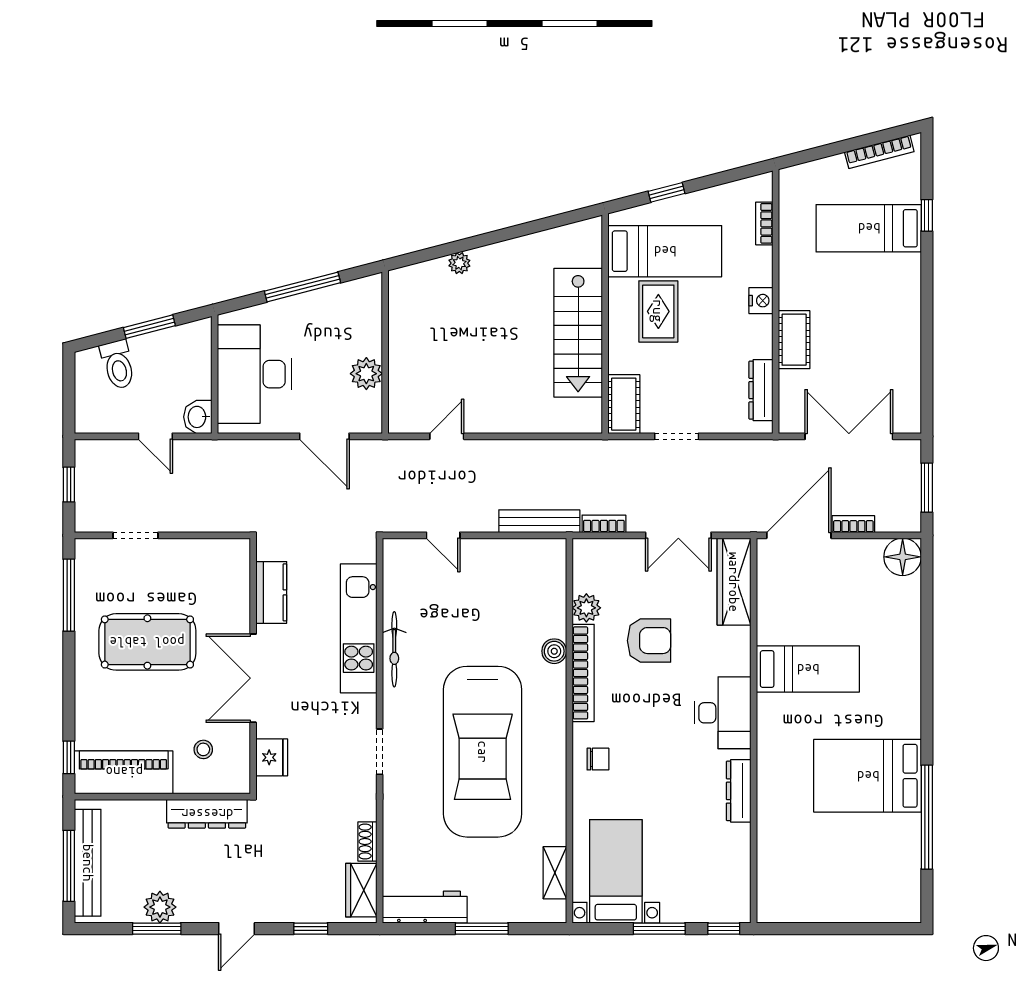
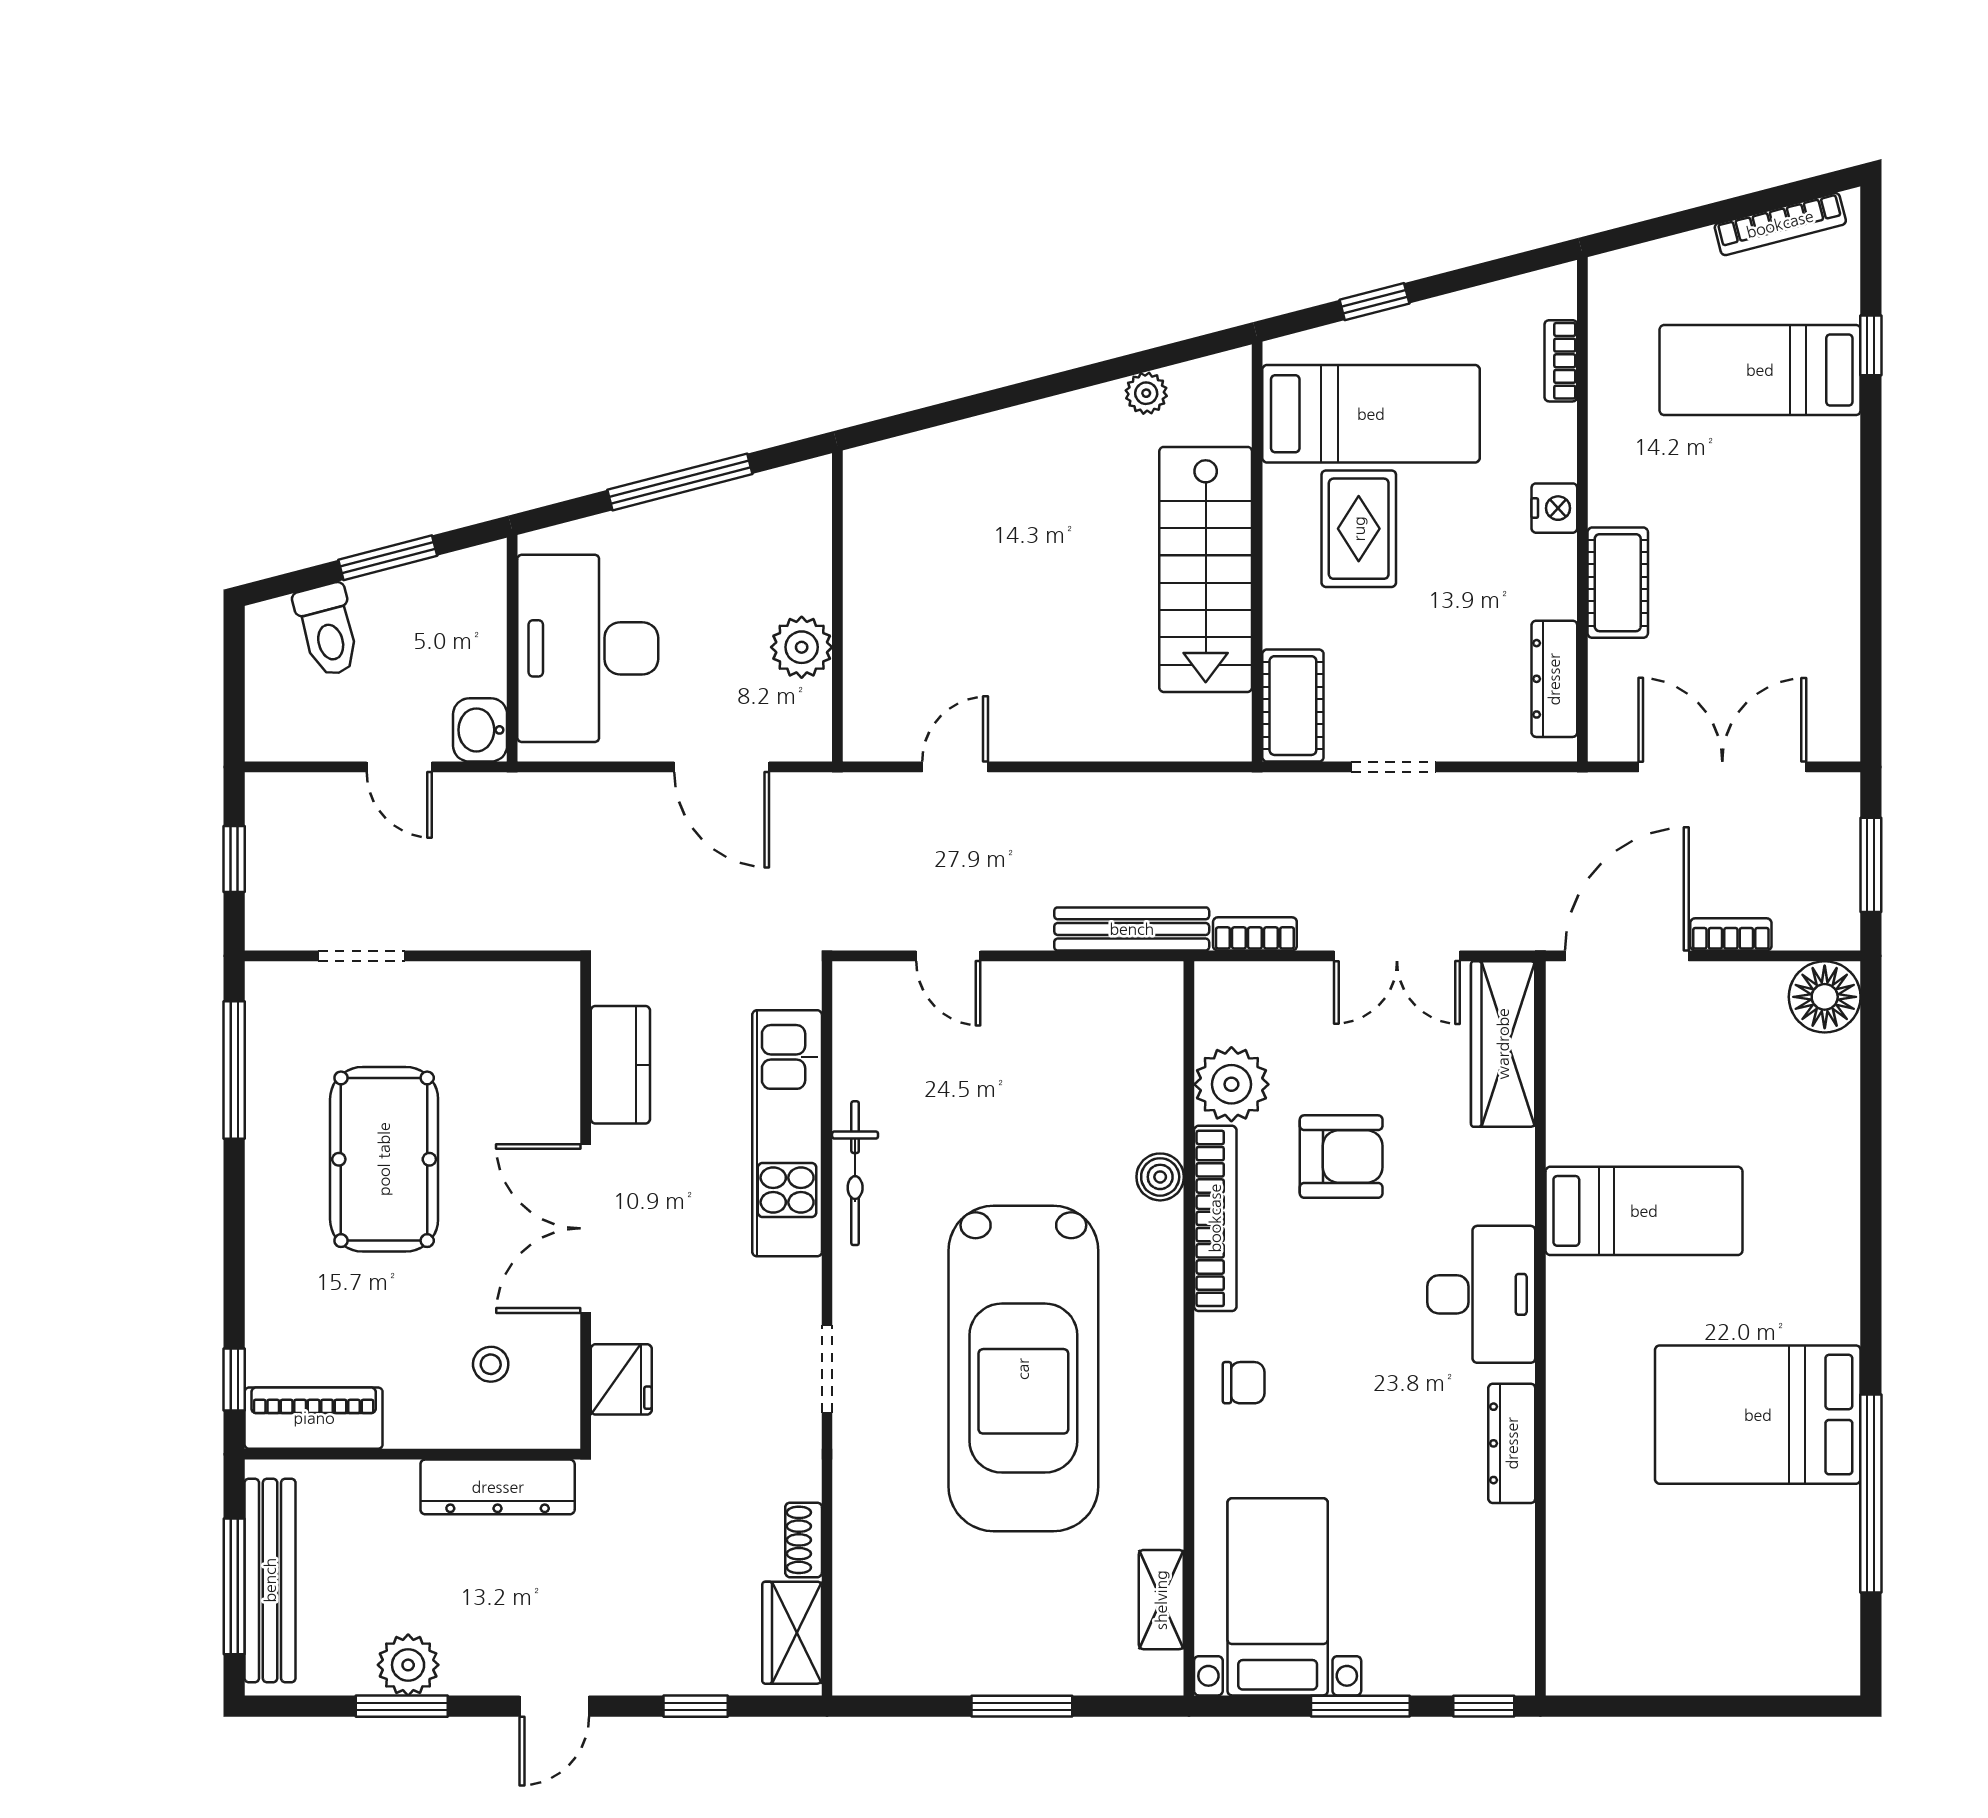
plant: (459, 263) -> (1146, 393), moved
plant: (586, 608) -> (1231, 1084), width x1.36, depth x1.36
pool table: (147, 642) -> (384, 1159), turned 90
piano: (124, 772) -> (314, 1418), width x0.73, depth x0.75
workbench: (425, 907) -> (913, 1665), removed

